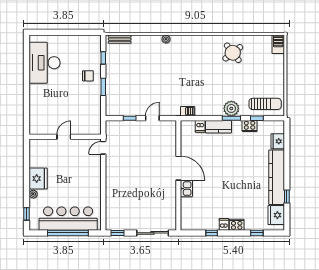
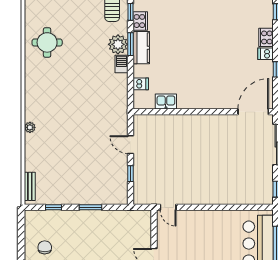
round table: (233, 53) -> (47, 42), turned 38
chair: (88, 76) -> (45, 247), moved
barbecue: (188, 111) -> (121, 64), moved
kitchen counter: (218, 127) -> (141, 48), moved
door: (178, 168) -> (253, 112), moved
kitchen sink: (186, 189) -> (166, 102), moved

